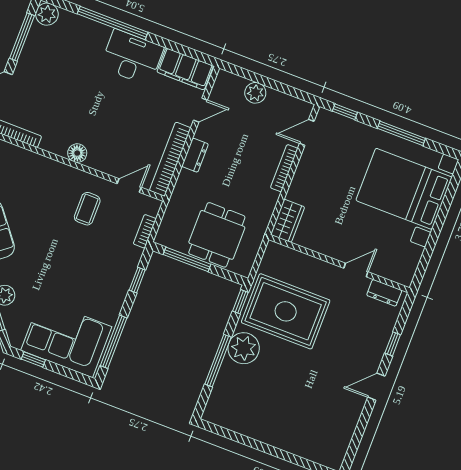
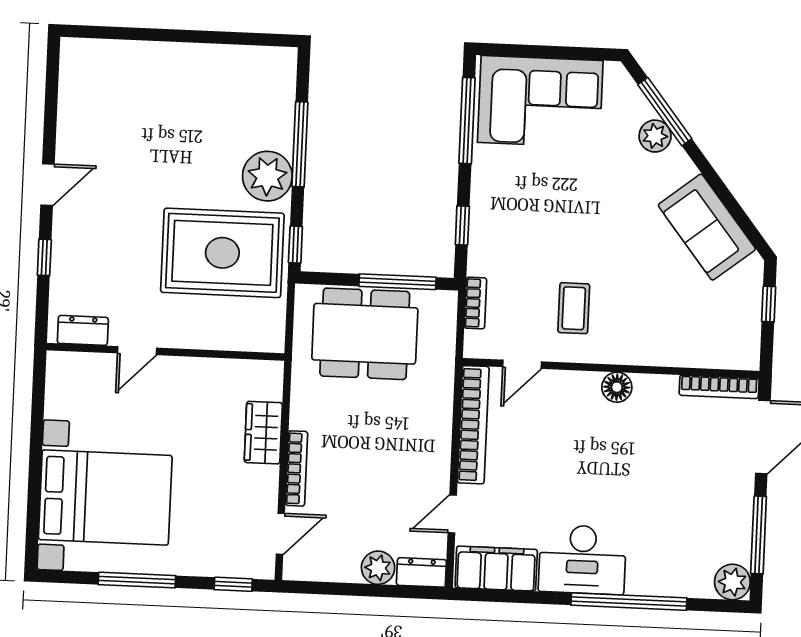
dresser: (195, 155) -> (421, 572), moved, turned 90
wardrobe: (287, 221) -> (263, 433), moved
dining table: (217, 235) -> (365, 334), width x1.38
window: (33, 360) -> (579, 53), removed

